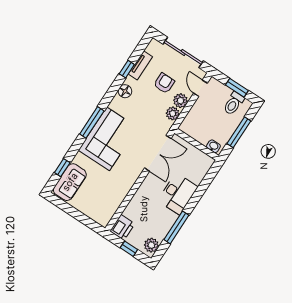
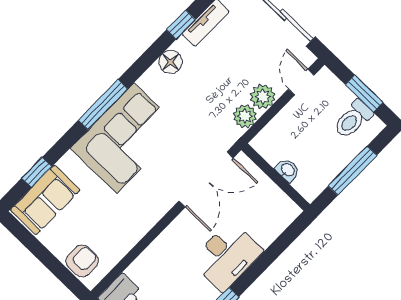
armchair: (164, 83) -> (82, 261), moved
washbasin: (213, 146) -> (288, 170), moved

